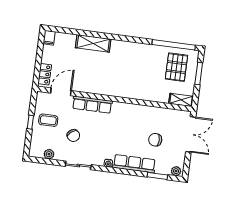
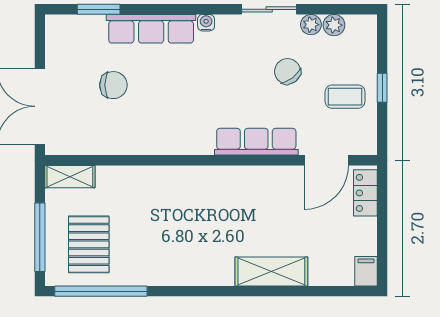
window: (199, 74) -> (40, 237), width x1.44
plant: (176, 171) -> (311, 25), moved

